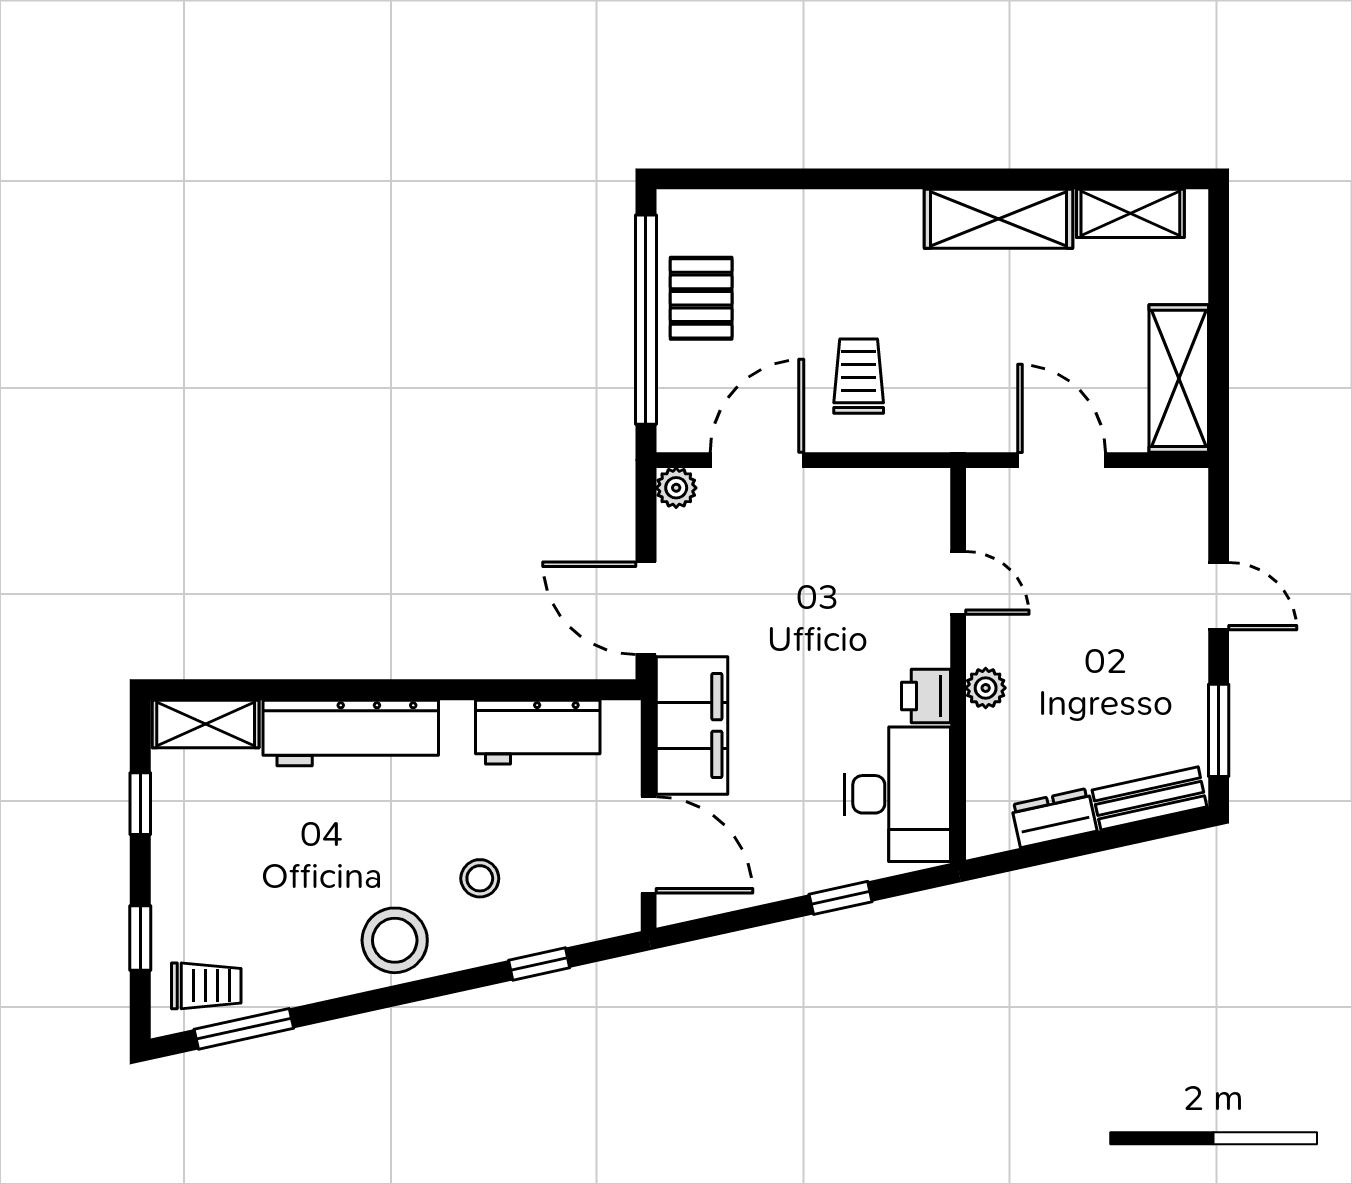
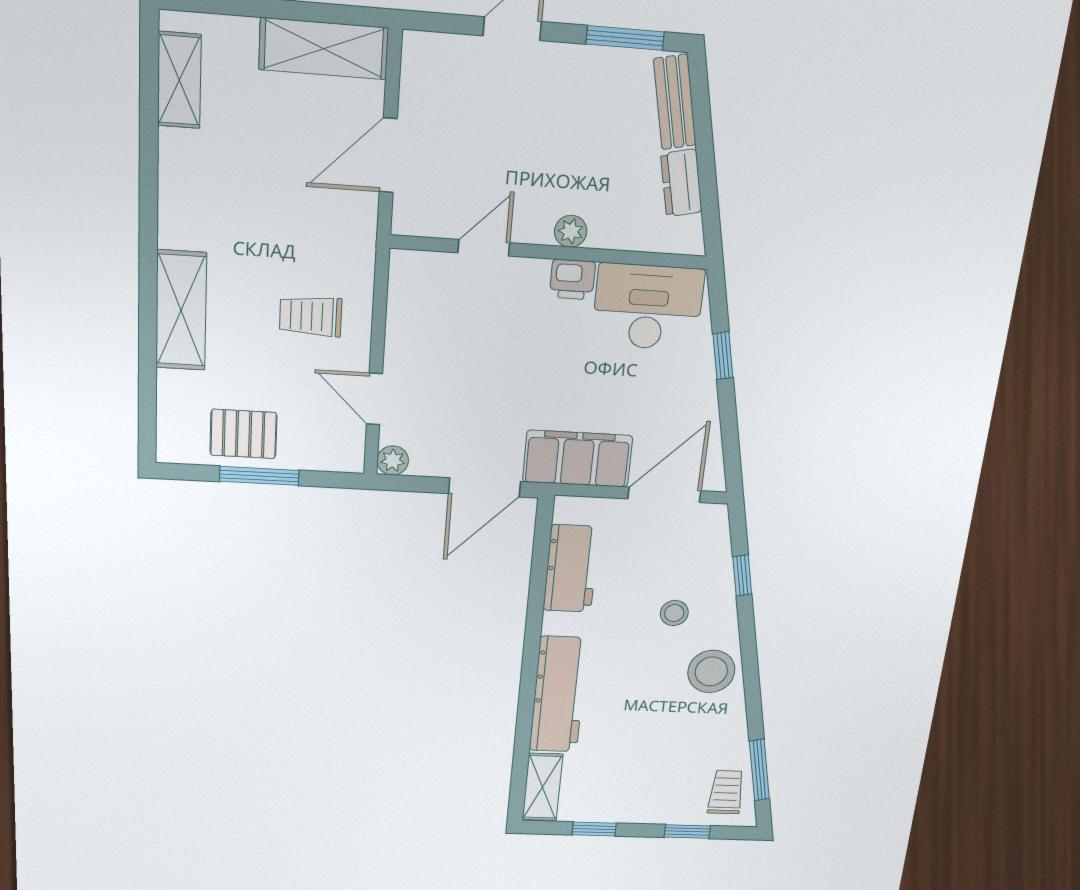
shelving: (998, 219) -> (181, 310), moved
window: (646, 320) -> (259, 476), width x0.47
door: (757, 460) -> (374, 399), width x0.73

